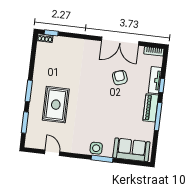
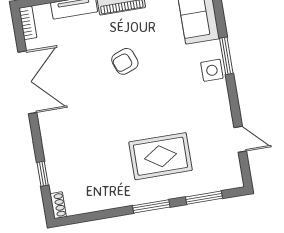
window: (51, 33) -> (43, 174), moved
armchair: (120, 78) -> (125, 61), moved
door: (52, 153) -> (240, 139), swing flipped

